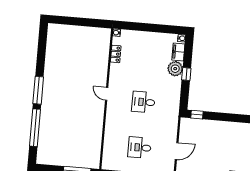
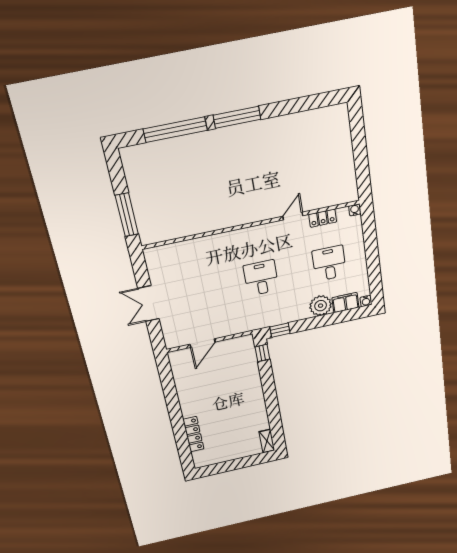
window: (186, 74) -> (280, 330), moved
door: (107, 94) -> (293, 216), moved
desk: (140, 148) -> (329, 263), moved
door: (177, 151) -> (203, 343), hinge flipped

